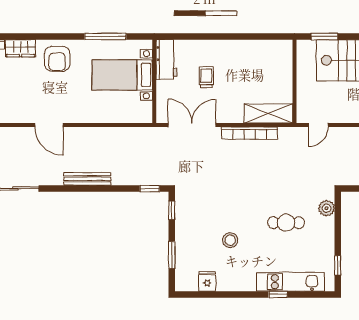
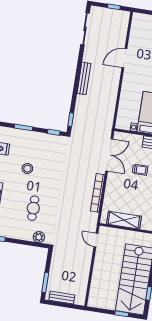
shelving: (268, 113) -> (124, 220), moved, turned 90

